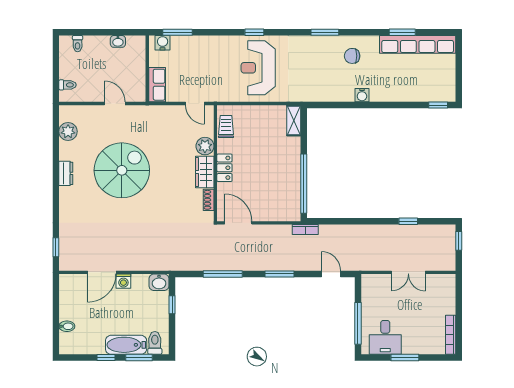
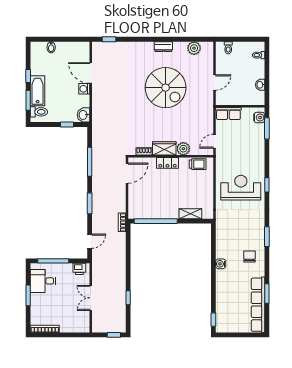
shelving: (294, 120) -> (190, 214), moved
printer: (369, 288) -> (79, 269), added

